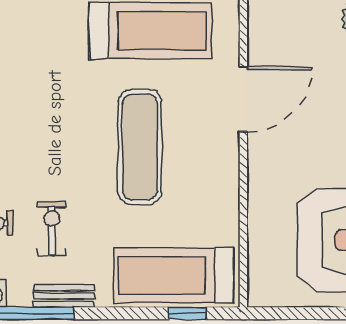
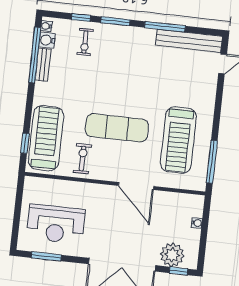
exercise bike: (52, 228) -> (82, 159), moved, turned -90
bench: (64, 296) -> (43, 65), moved

